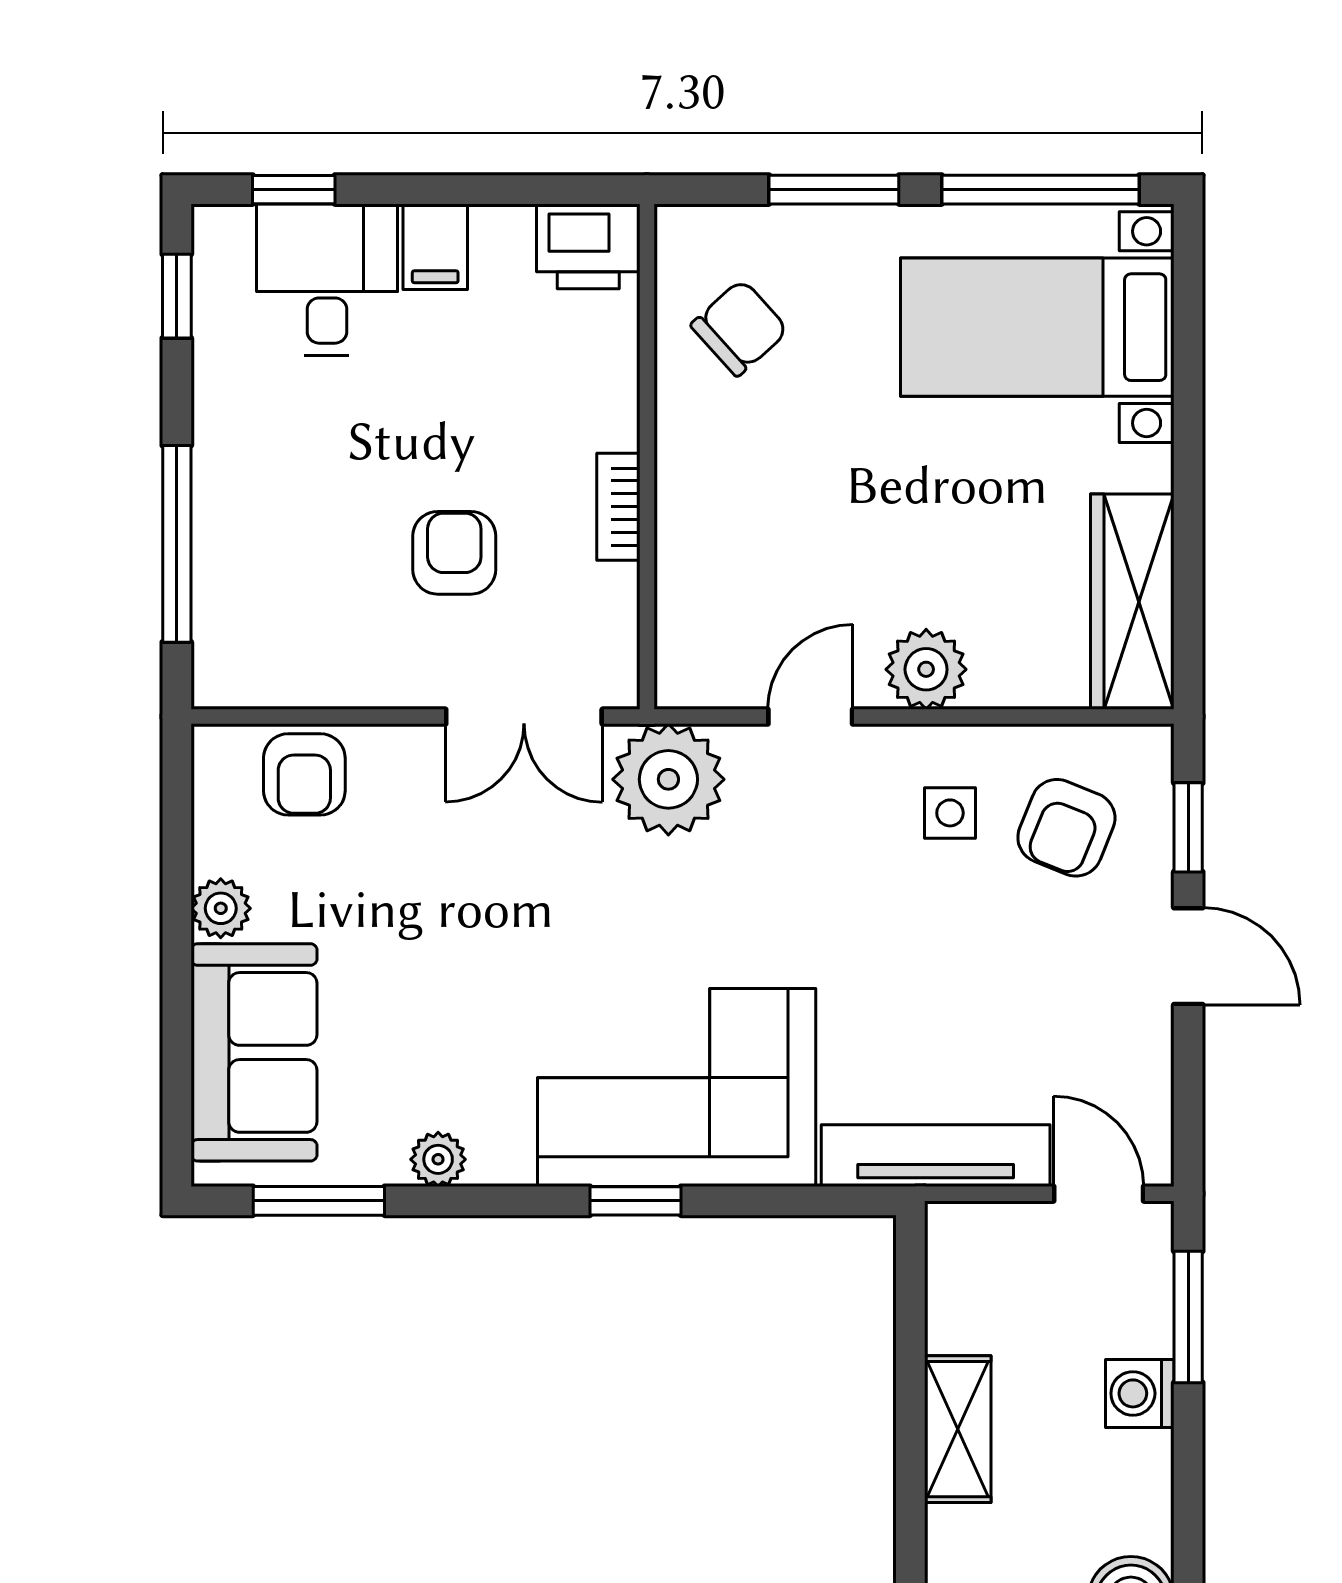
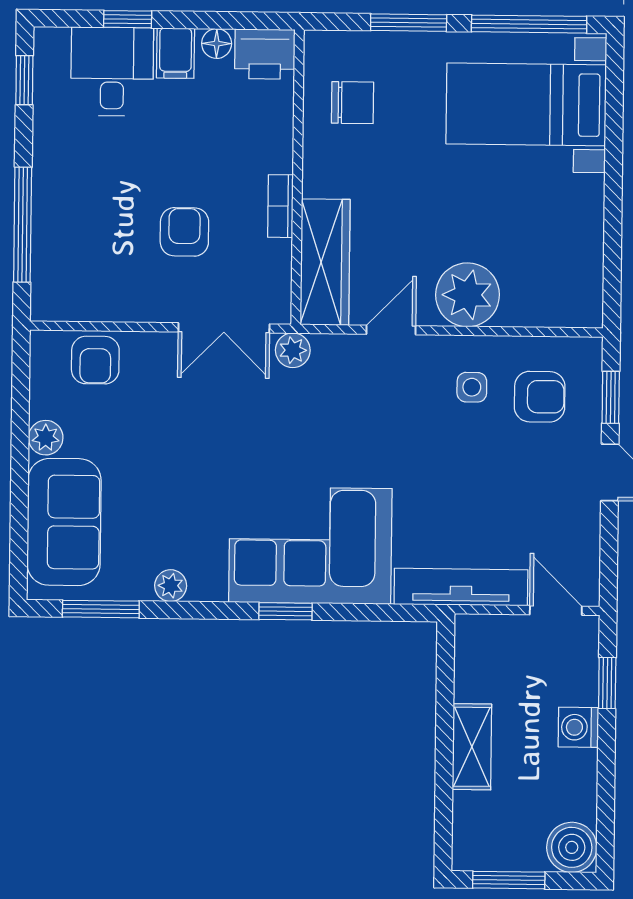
window: (294, 190) -> (128, 19), moved
floor lamp: (505, 229) -> (217, 44), added
chair: (740, 328) -> (352, 103), turned 42
wardrobe: (1132, 602) -> (325, 262), moved, turned 180
plant: (926, 669) -> (468, 295), width x1.36, depth x1.36
plant: (668, 779) -> (293, 350), width x0.53, depth x0.53
armchair: (1066, 828) -> (540, 397), turned -112
window: (1188, 1317) -> (607, 683), width x0.67

